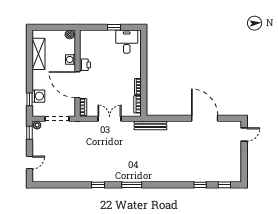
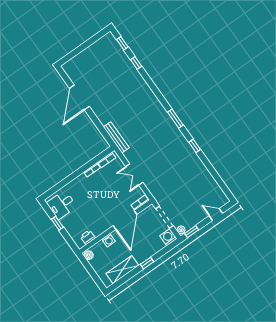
printer: (85, 65) -> (88, 237), moved
washing machine: (38, 96) -> (168, 237), moved
window: (29, 99) -> (147, 263), moved
door: (244, 135) -> (70, 56), removed

